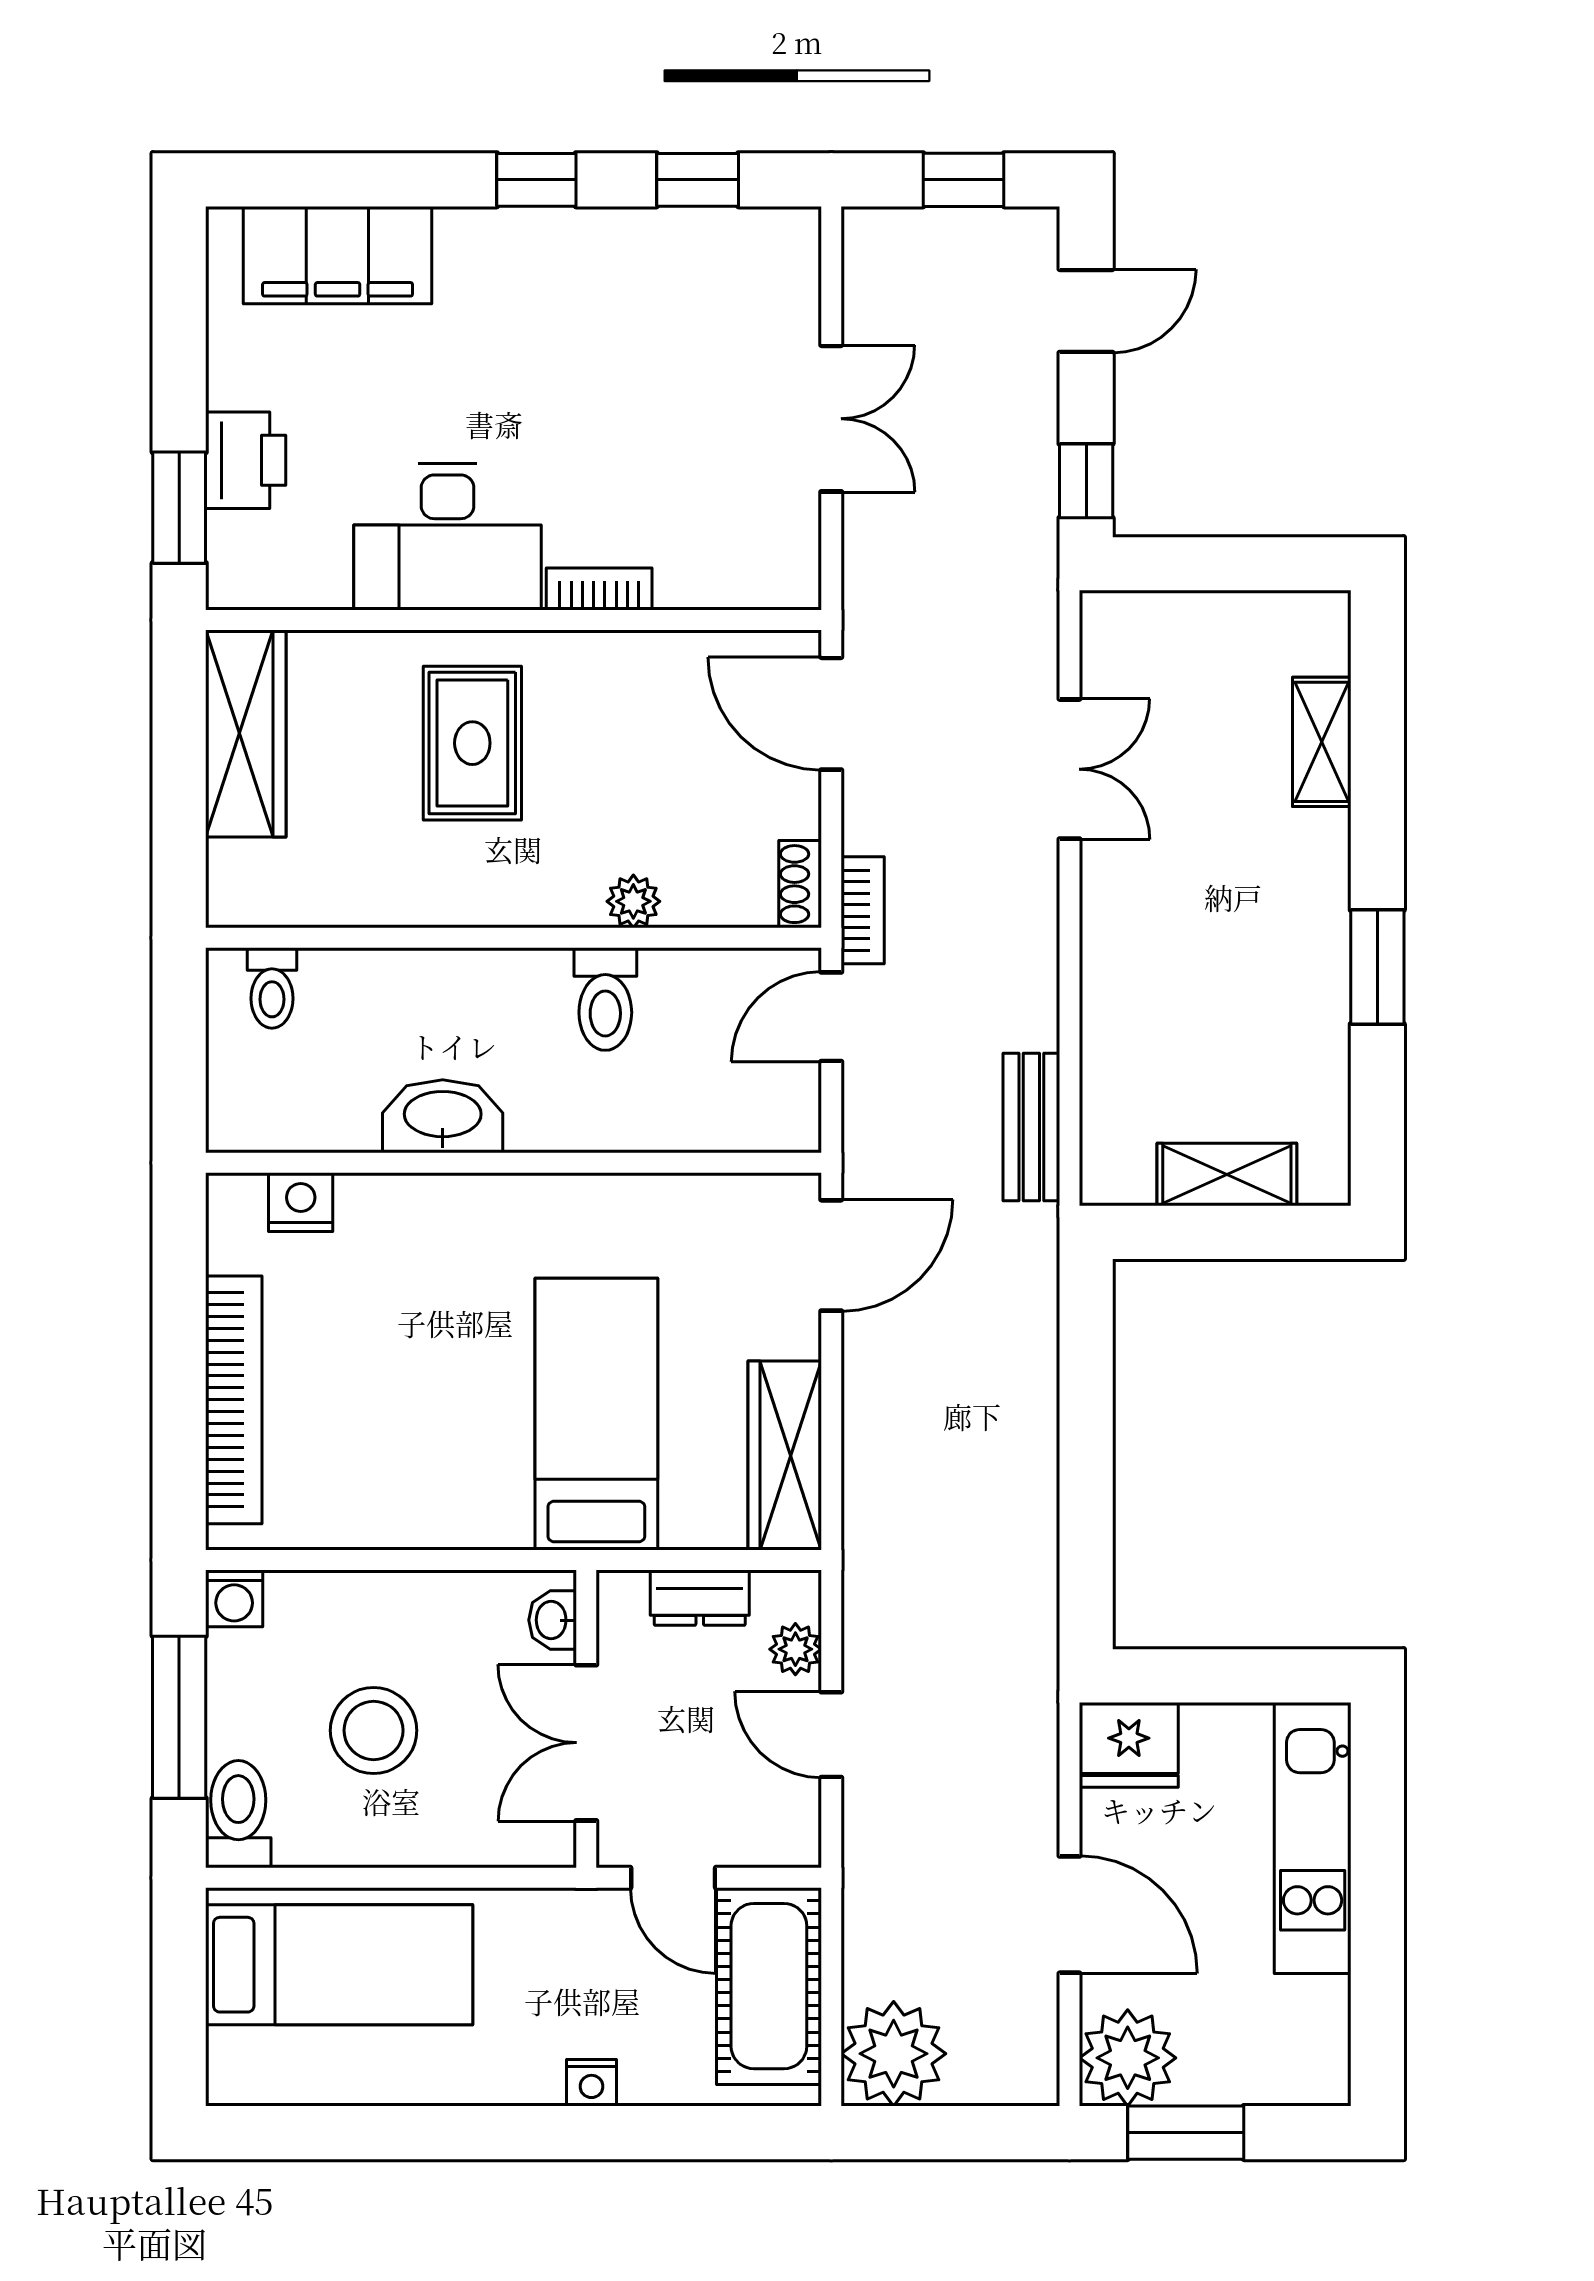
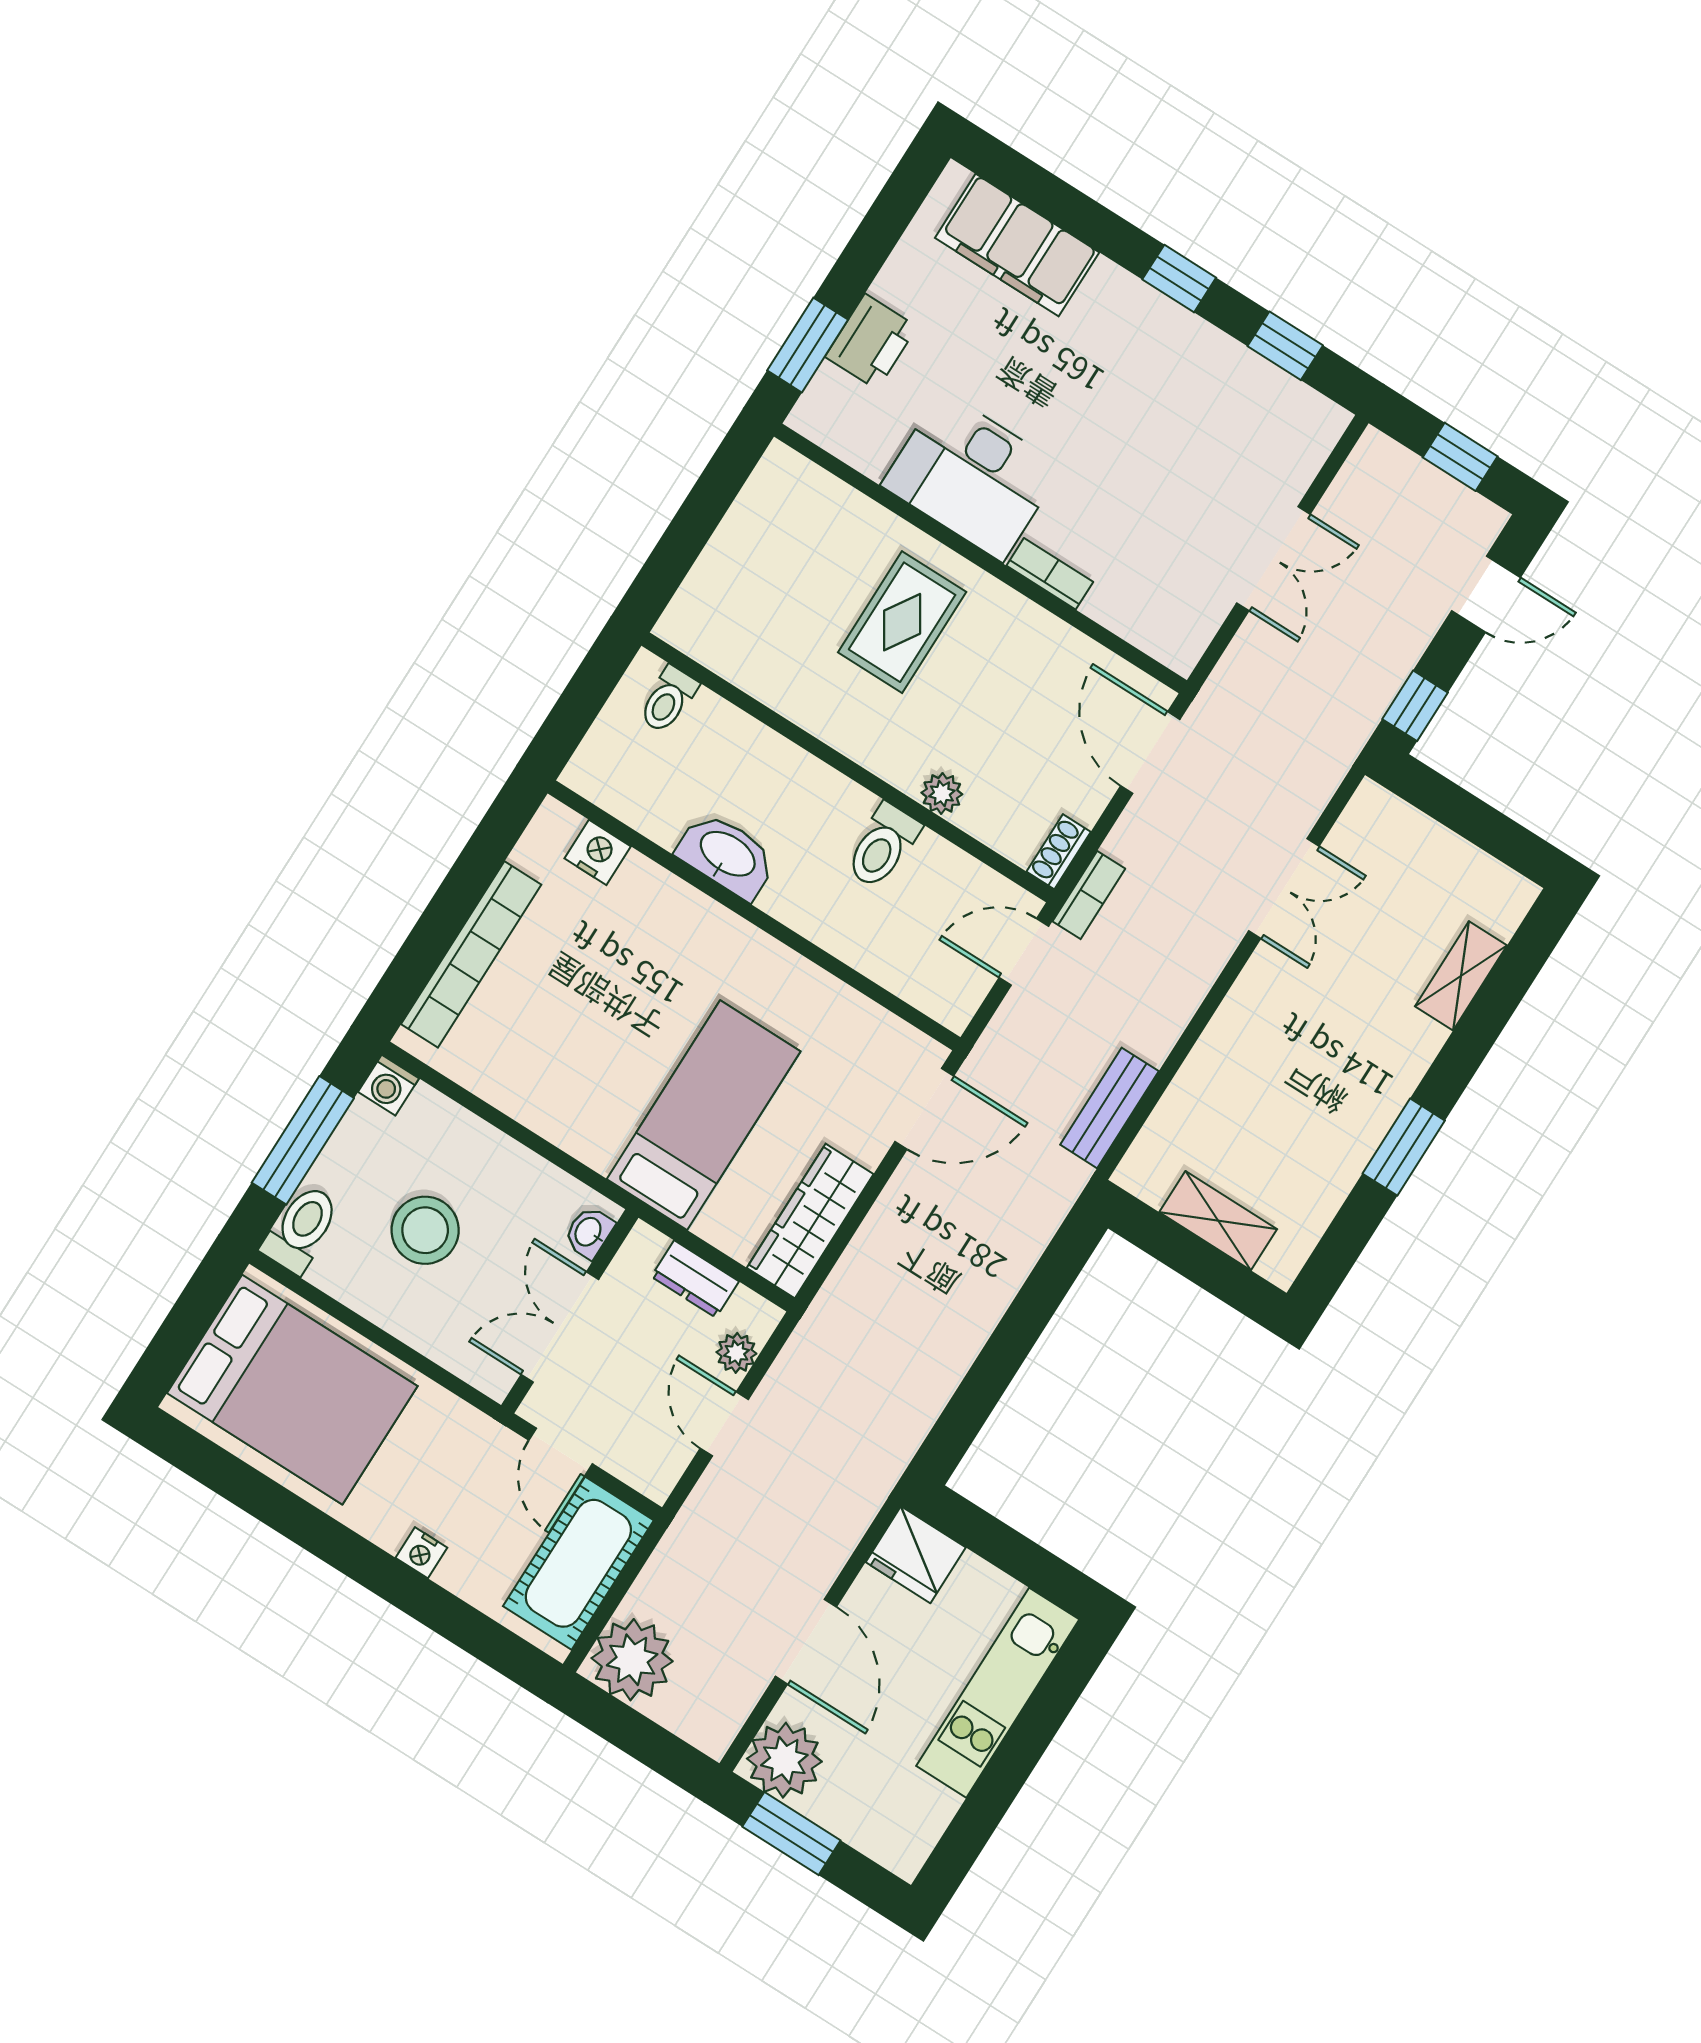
wardrobe: (246, 734) -> (757, 521), removed
bed: (339, 1965) -> (292, 1390), width x1.50

